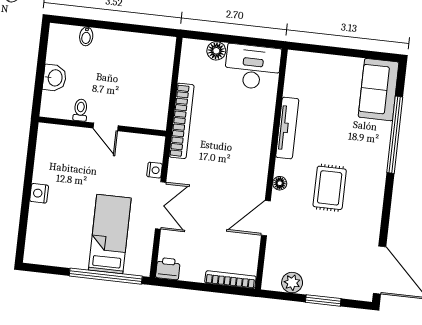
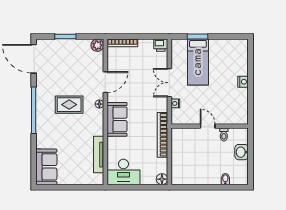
floor lamp: (216, 51) -> (162, 179), moved
tv unit: (287, 128) -> (99, 155), moved
window: (395, 135) -> (34, 110), moved
sofa: (254, 155) -> (117, 119), added
rug: (330, 188) -> (69, 105), turned 90
window: (106, 276) -> (198, 37), width x0.47
plant: (292, 283) -> (97, 45), moved

